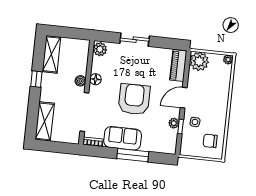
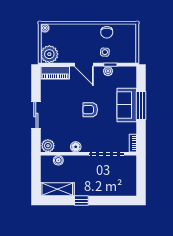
boiler: (80, 81) -> (58, 160), moved
armchair: (134, 99) -> (90, 110), width x0.53, depth x0.53
shelving: (45, 121) -> (119, 189), removed
sofa: (123, 138) -> (127, 105), moved
chair: (210, 141) -> (107, 32), moved

